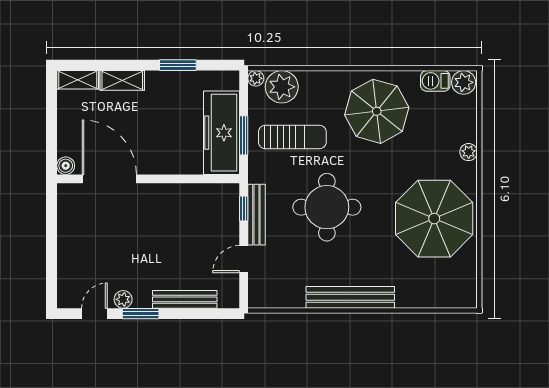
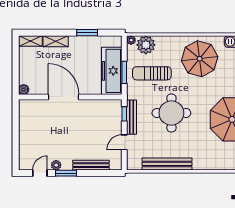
sun lounger: (292, 137) -> (152, 73), turned 180
door: (109, 179) -> (64, 97), moved
bench: (350, 297) -> (167, 164), moved

